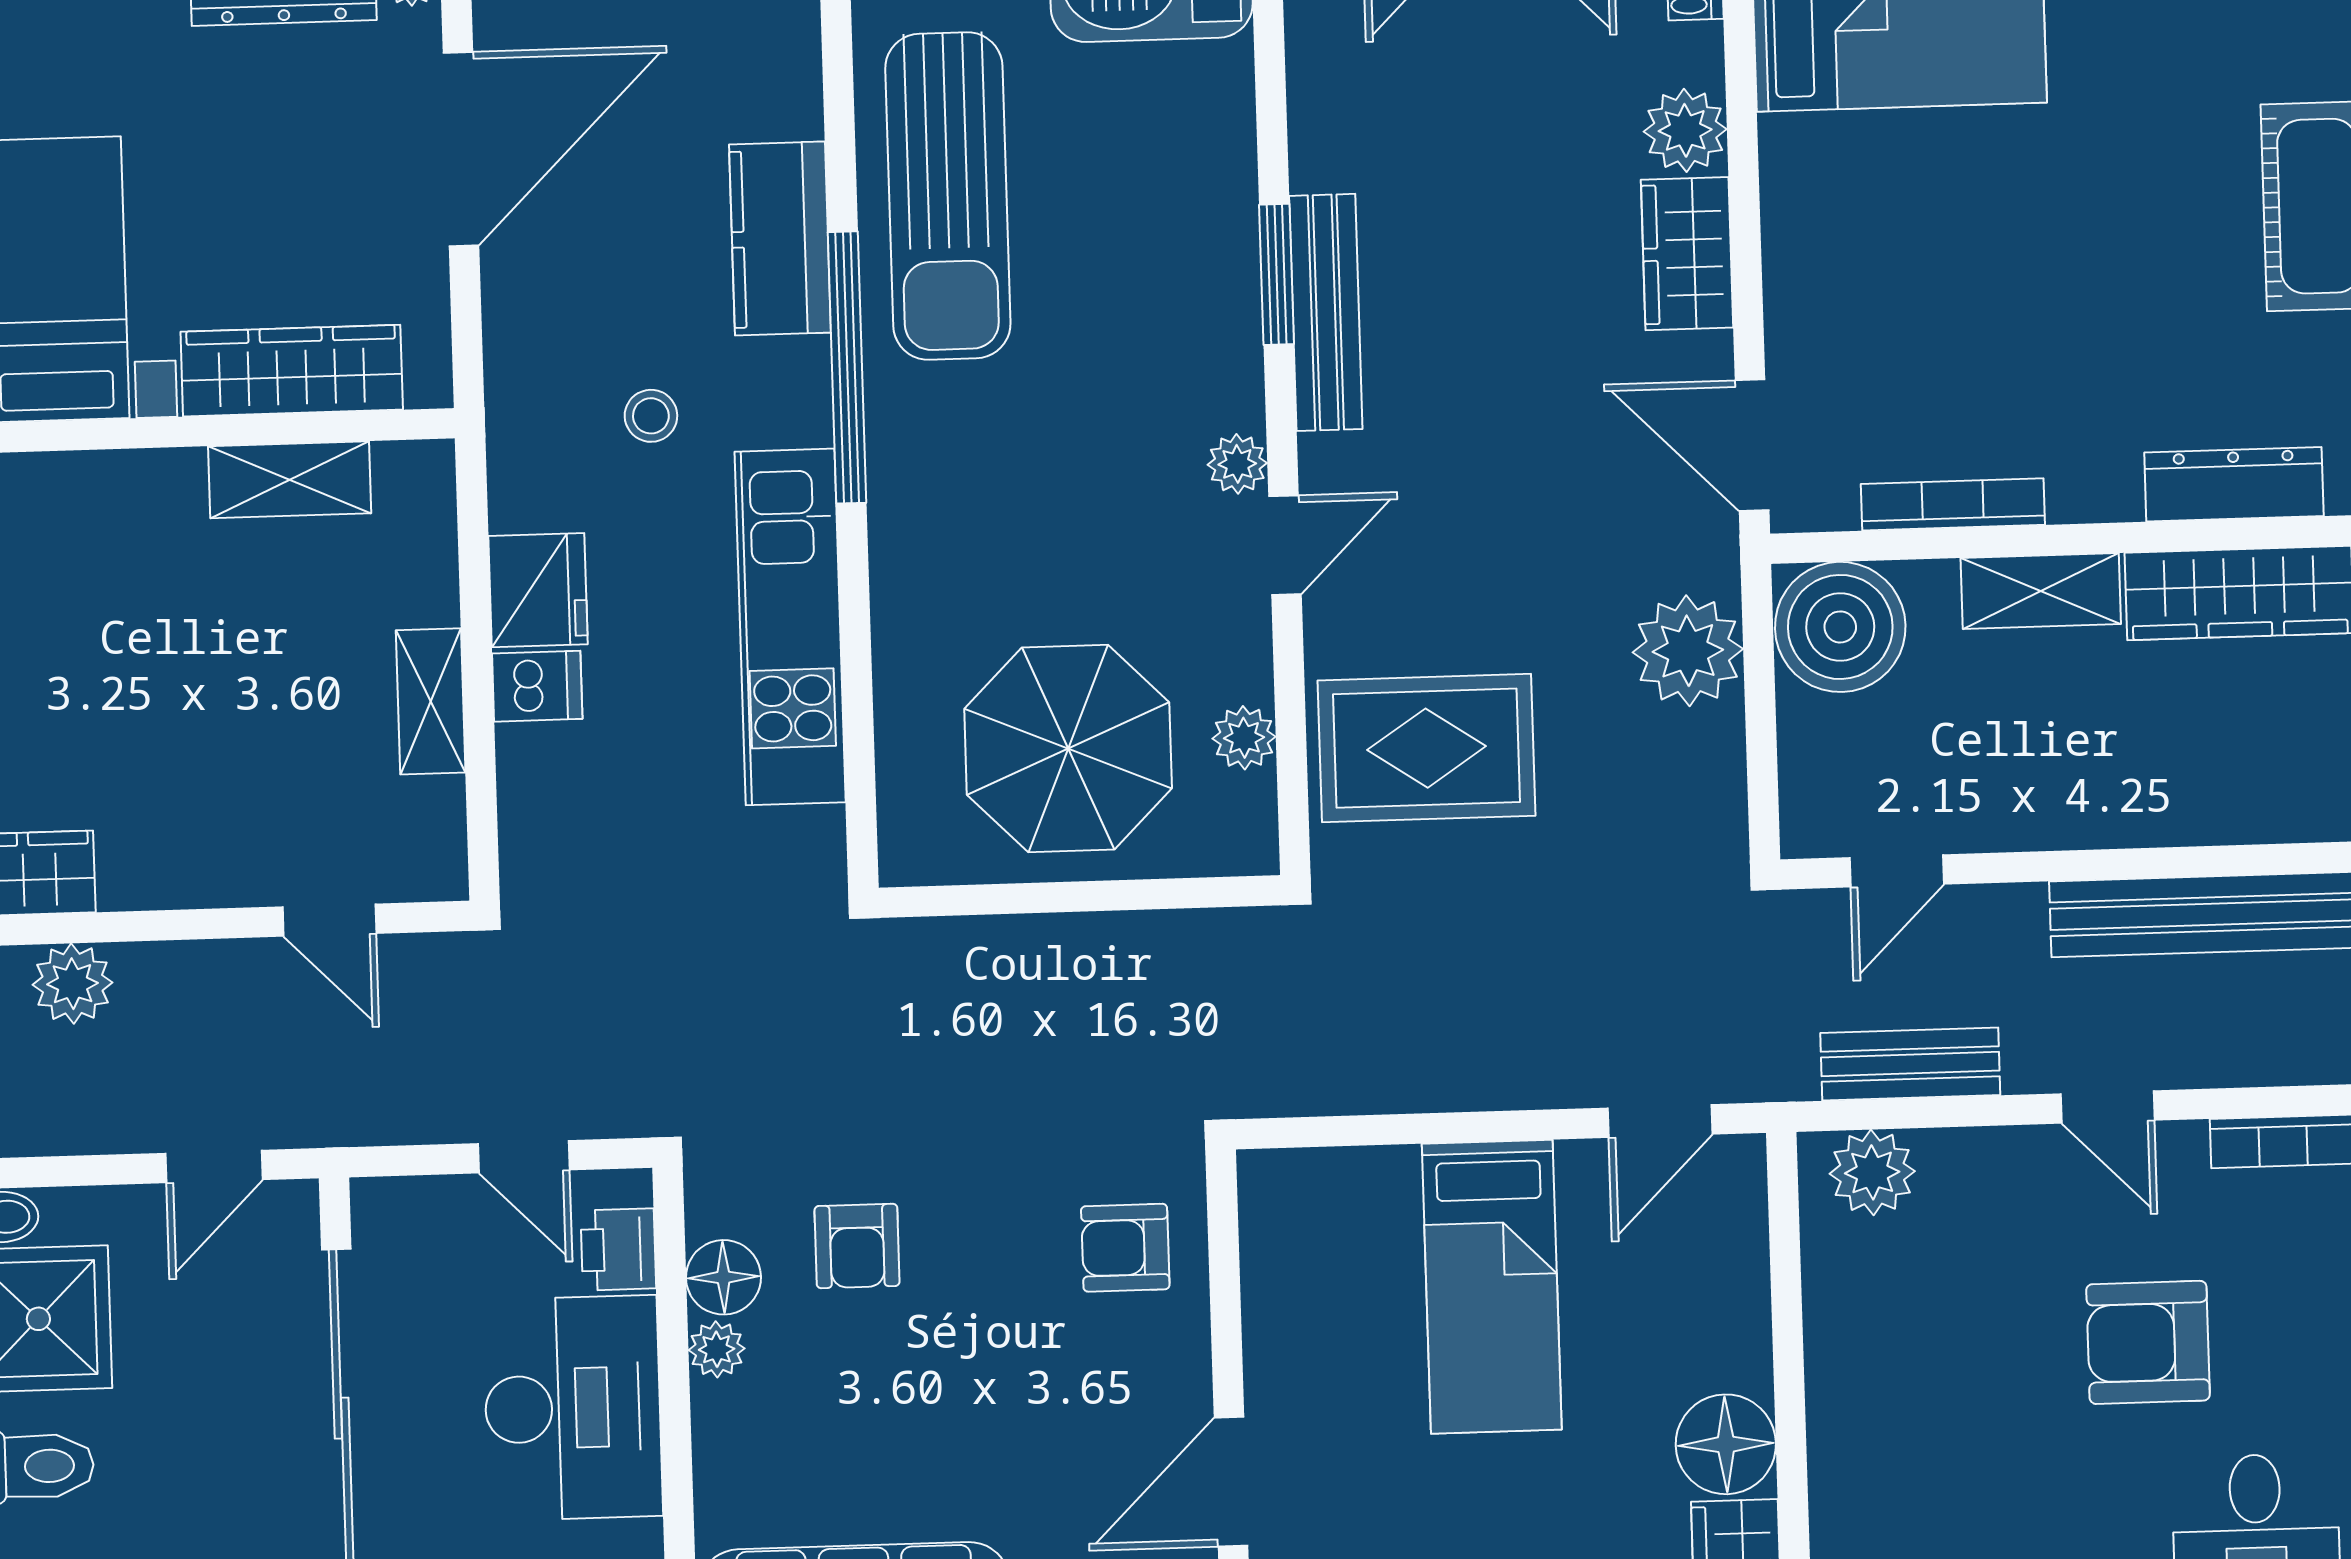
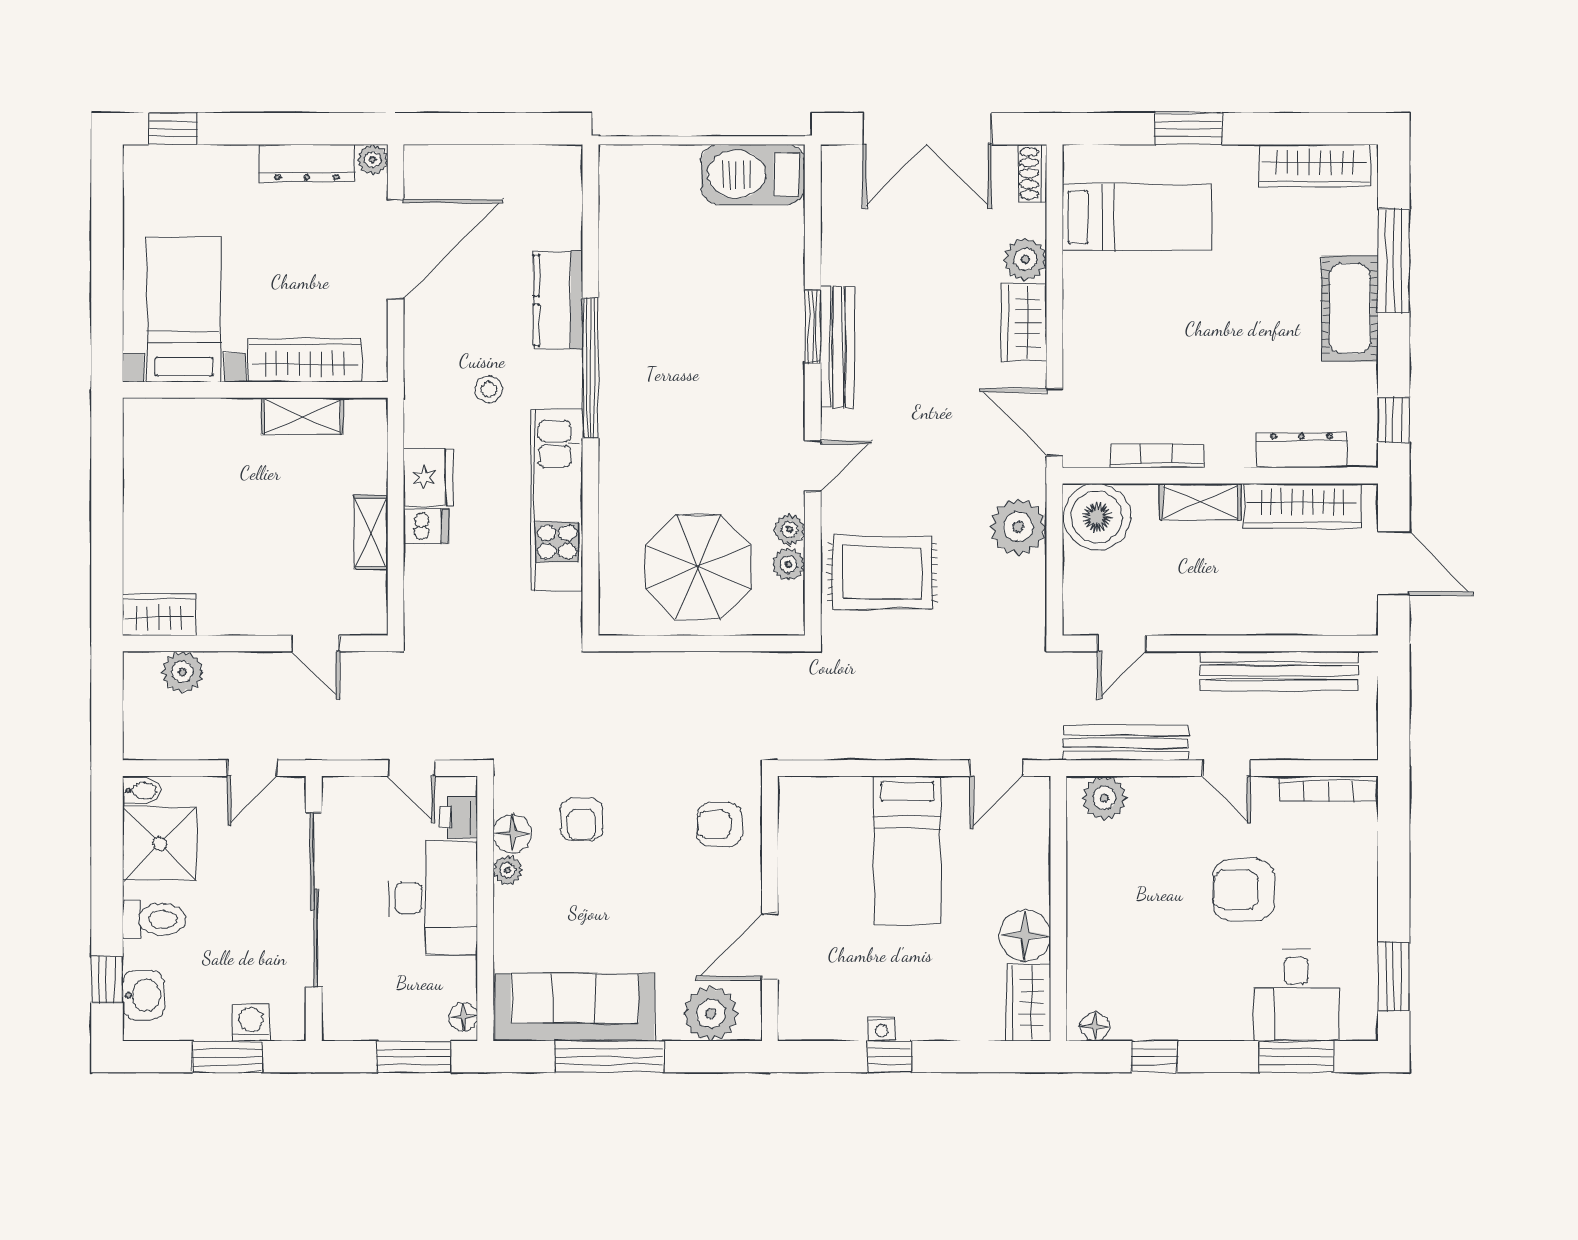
sun lounger: (948, 196) -> (645, 281), removed
plant: (1237, 464) -> (790, 529), moved
bench: (1910, 1064) -> (1126, 743), width x1.36

